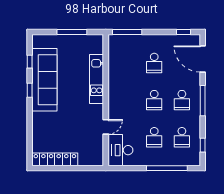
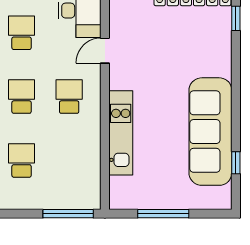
window: (30, 90) -> (236, 18), moved
school desk: (127, 100) -> (69, 97), added

